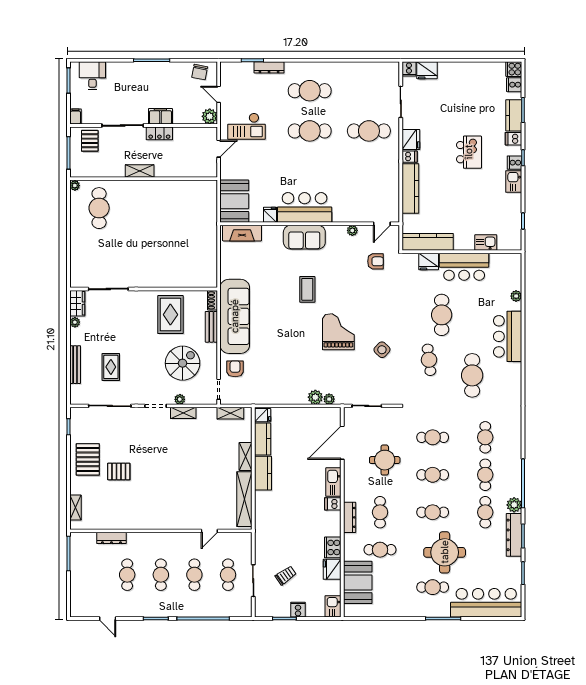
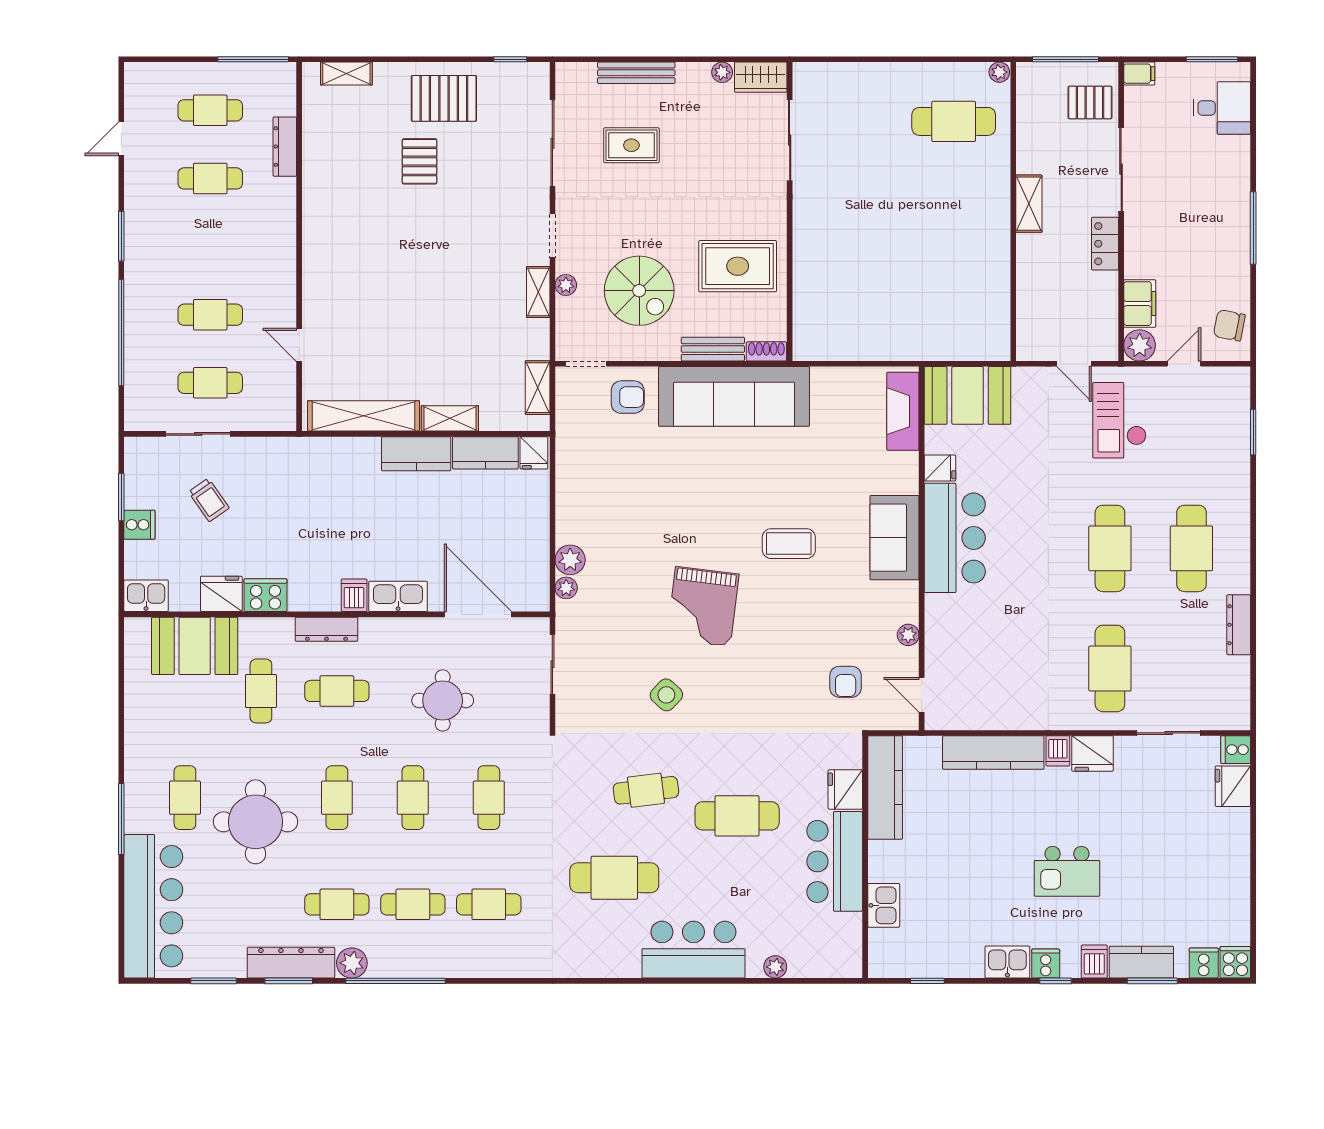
dresser: (269, 67) -> (1239, 625), moved
filing cabinet: (160, 116) -> (1140, 304), moved
grand piano: (338, 332) -> (703, 607), turned 97
cafe table: (161, 575) -> (210, 110), moved

